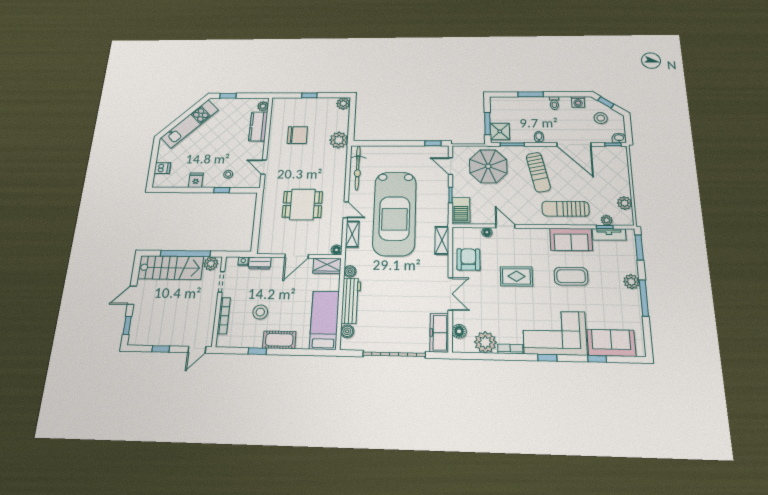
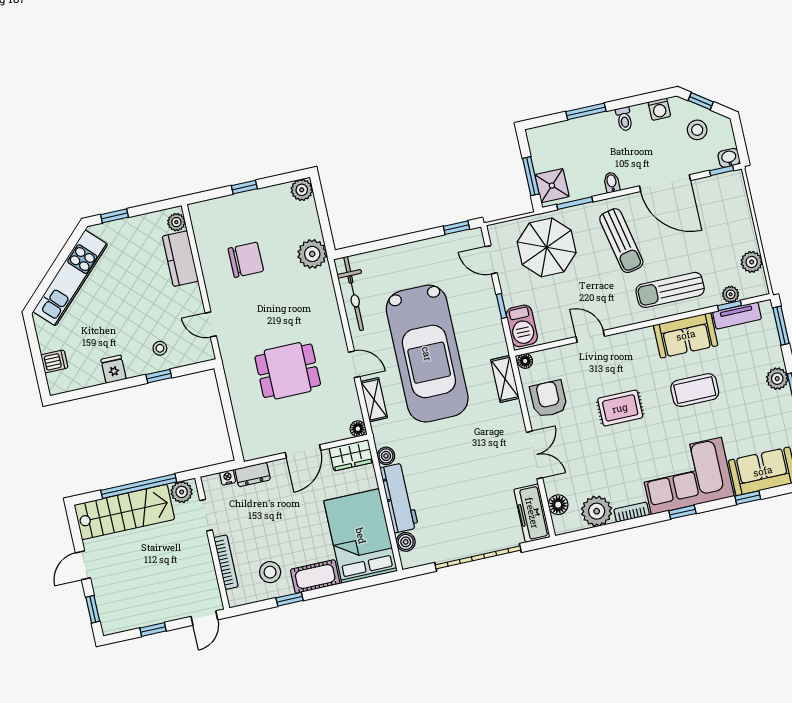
floor lamp: (487, 232) -> (525, 361), moved
stool: (260, 312) -> (270, 572), moved
bed: (324, 320) -> (361, 536), width x1.50

